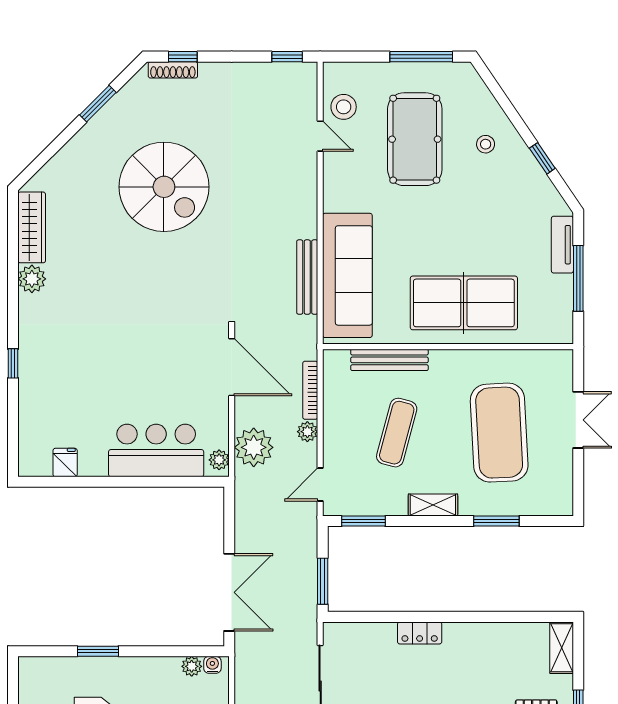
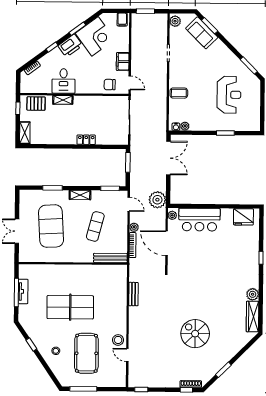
stool: (344, 107) -> (118, 340), moved
spiral stairs: (164, 187) -> (195, 334), width x0.73, depth x0.73
tv unit: (562, 245) -> (23, 291), moved
sofa: (347, 275) -> (116, 295), removed
bench: (307, 277) -> (133, 294), width x0.73
table tennis table: (464, 303) -> (70, 307), moved
bench: (389, 360) -> (110, 258), moved
door: (232, 367) -> (167, 243), moved
plant: (254, 447) -> (157, 200), moved
fridge: (65, 463) -> (243, 217), width x1.88, depth x1.34
door: (320, 484) -> (129, 204), hinge flipped
double door: (229, 592) -> (168, 158), swing flipped

